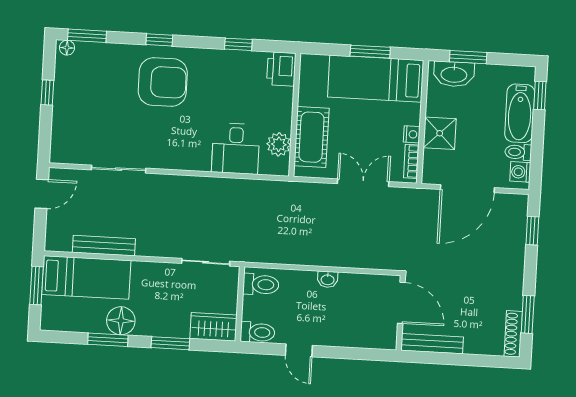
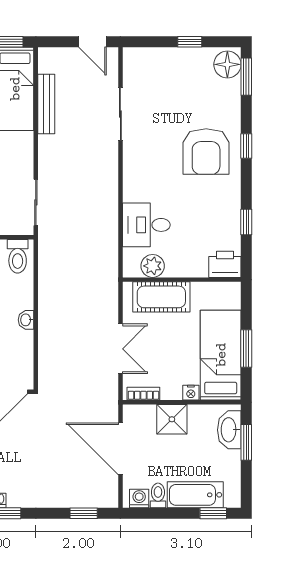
floor lamp: (67, 48) -> (227, 64), width x1.89, depth x1.89
nightstand: (412, 134) -> (191, 393), moved

